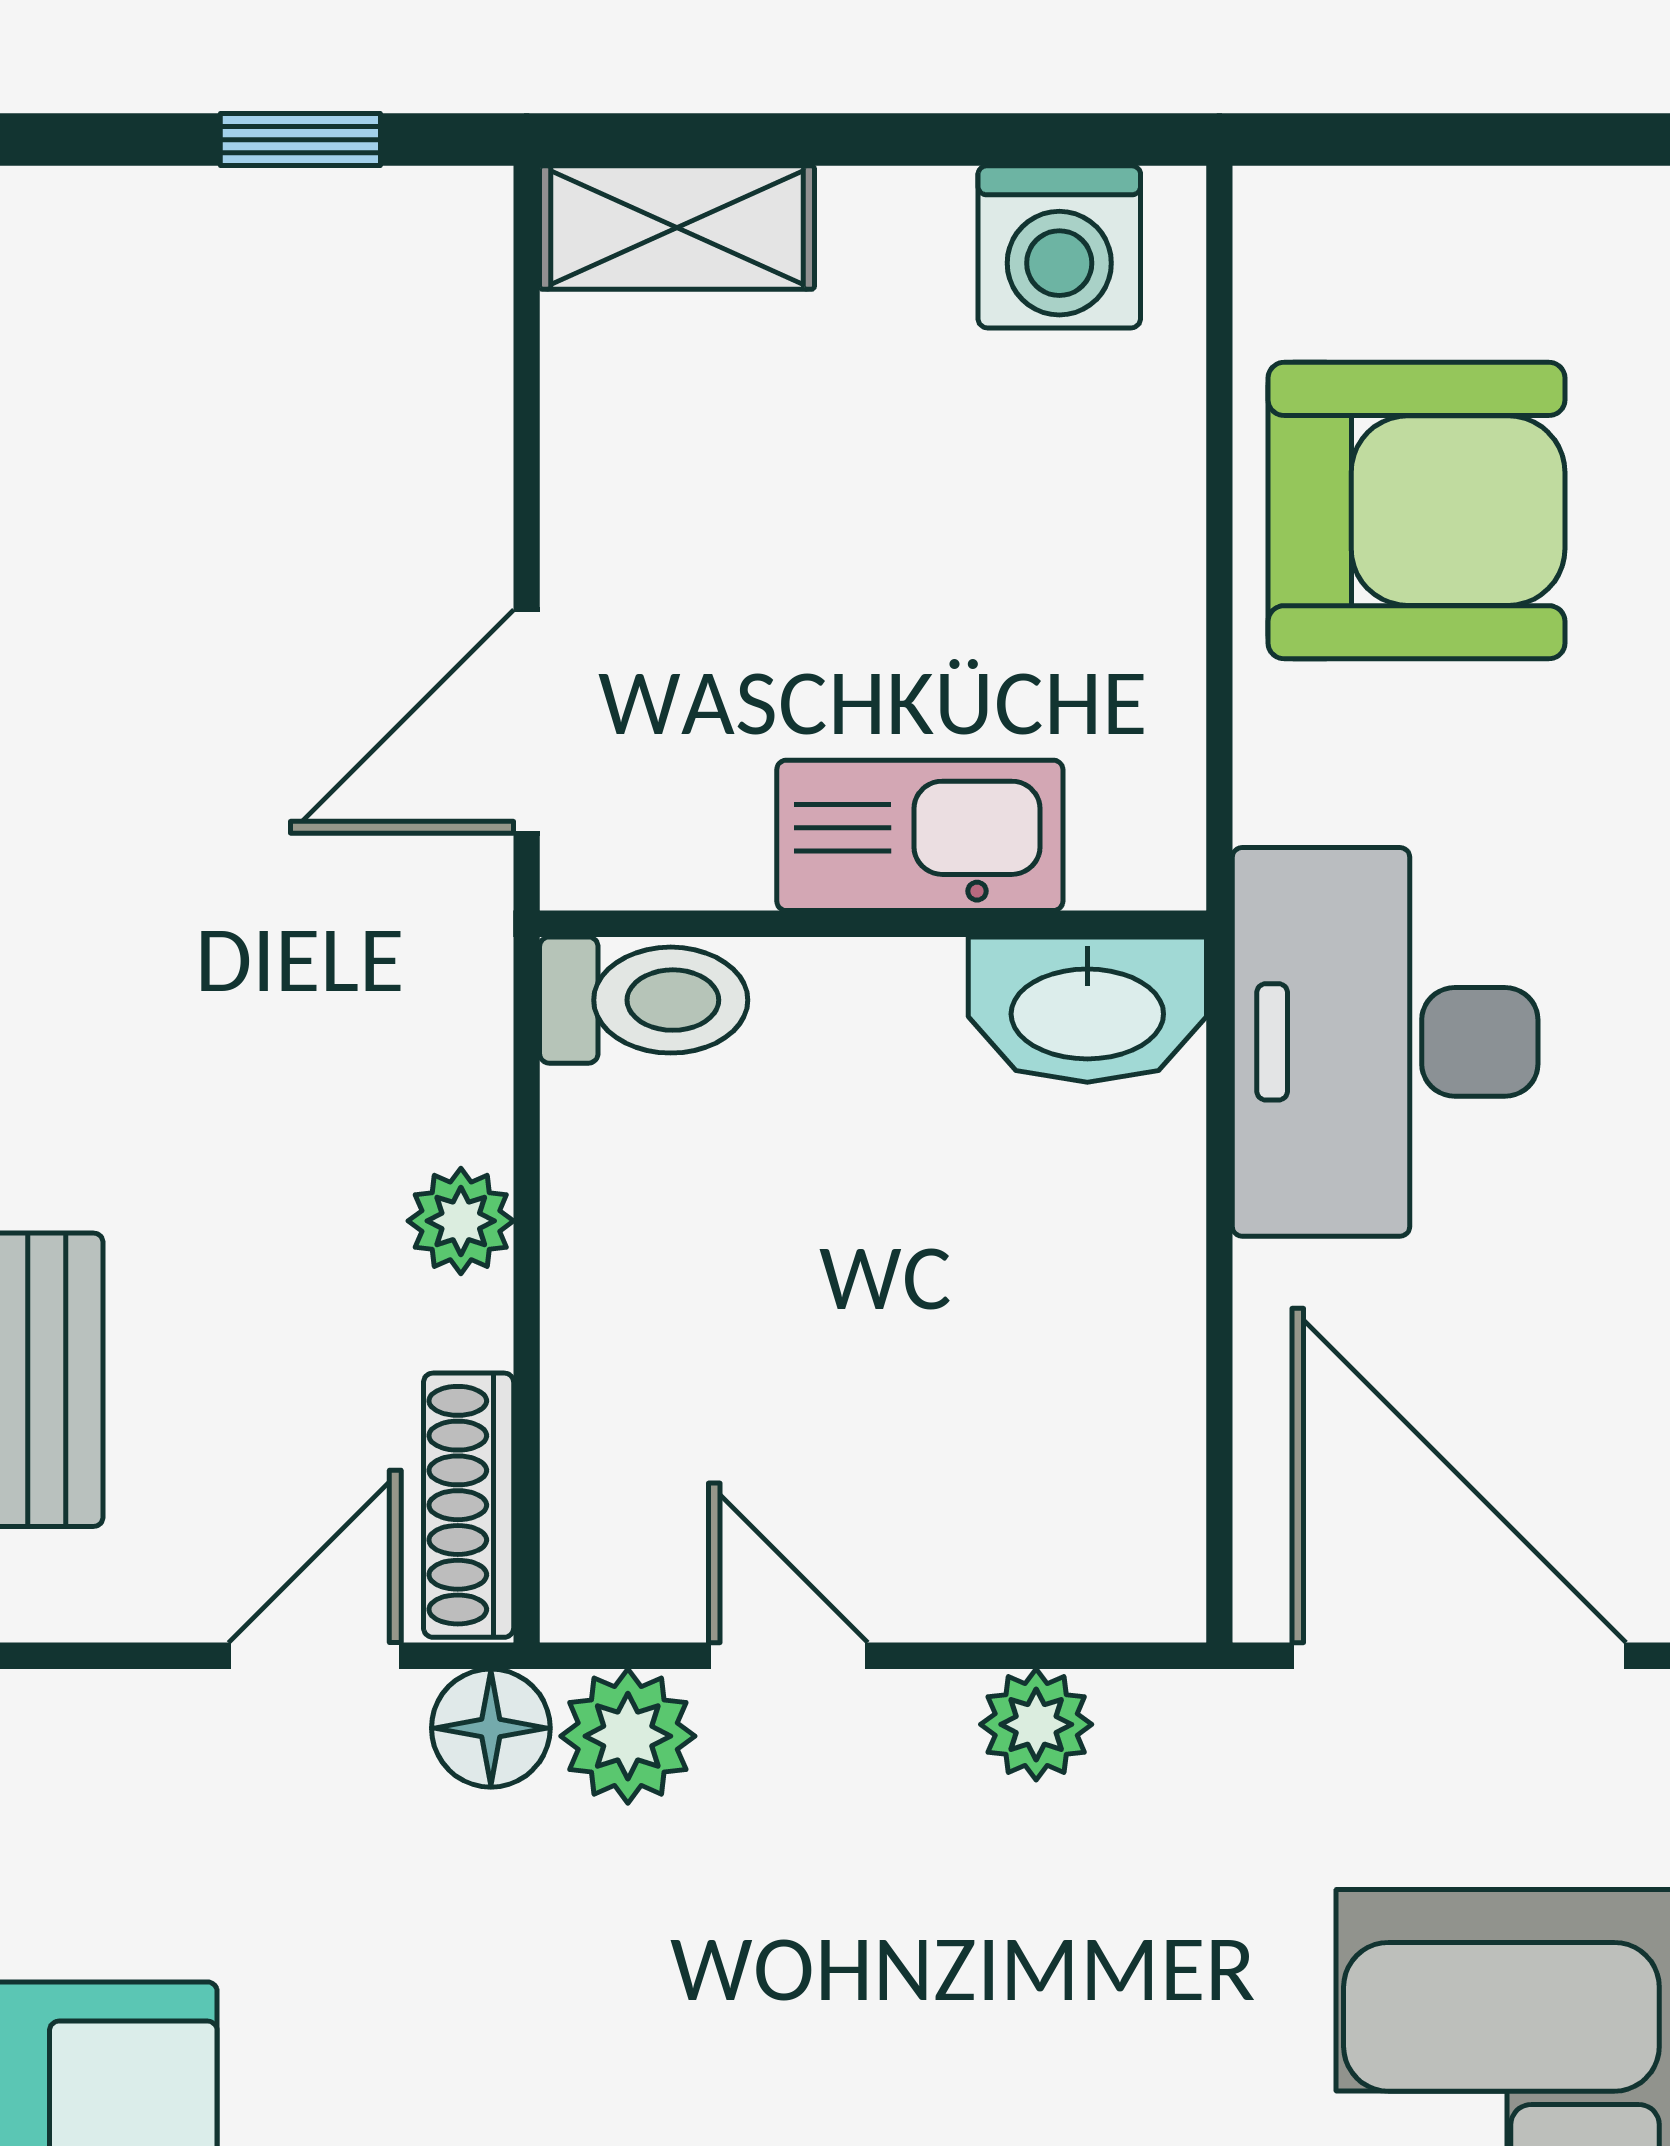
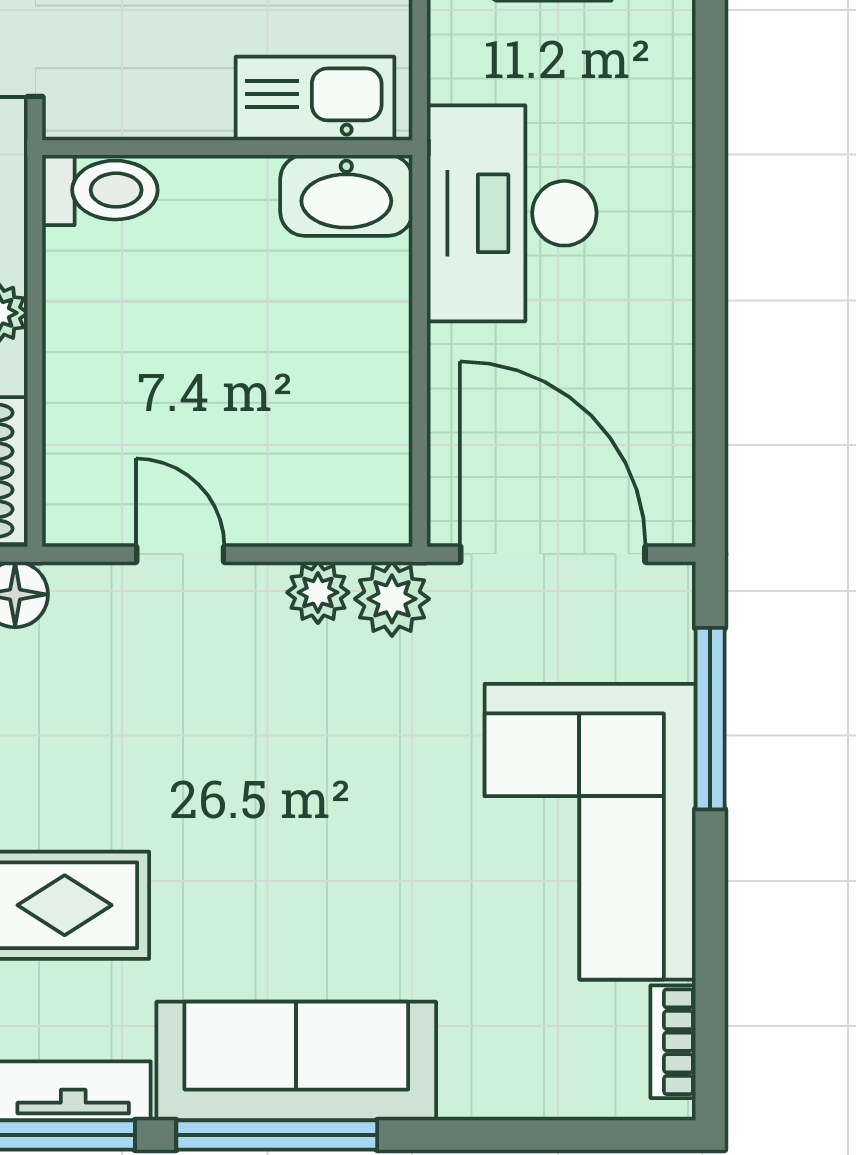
kitchen sink: (920, 835) -> (315, 99), moved
plant: (628, 1736) -> (392, 599), moved

